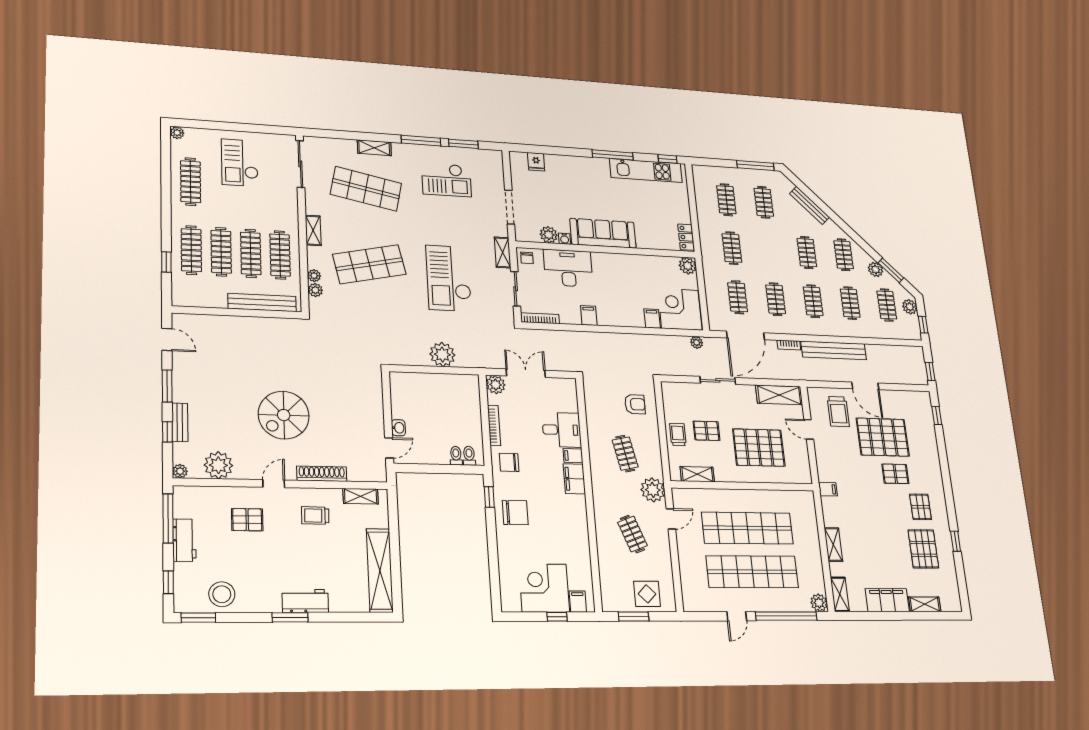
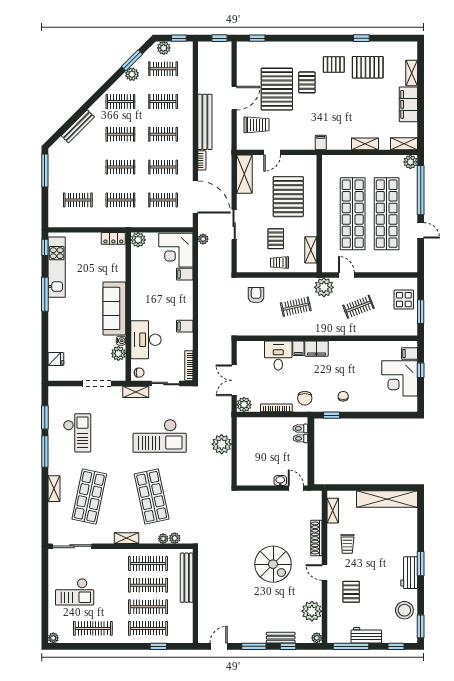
clothes rail: (764, 202) -> (120, 167), moved
chair: (515, 513) -> (343, 396), width x0.54, depth x0.54
workbench: (305, 601) -> (409, 573), moved

